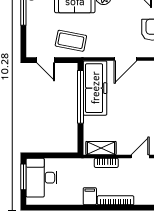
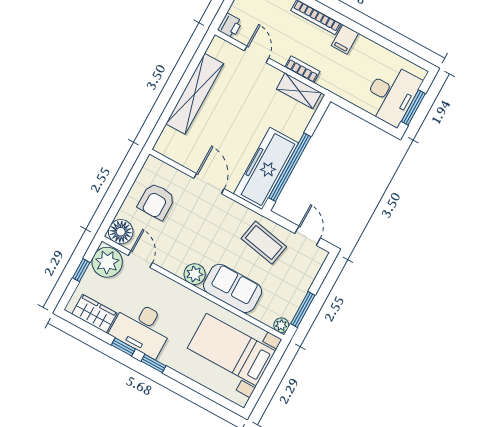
door: (125, 59) -> (209, 184), hinge flipped
door: (140, 156) -> (257, 54), swing flipped

